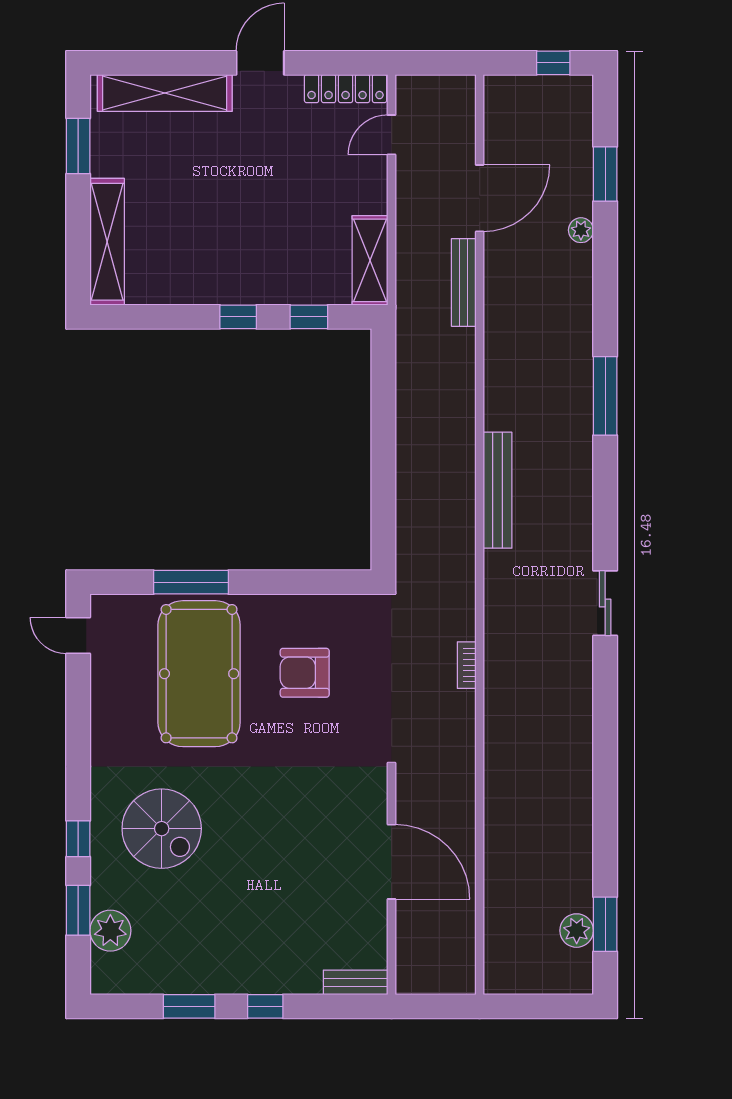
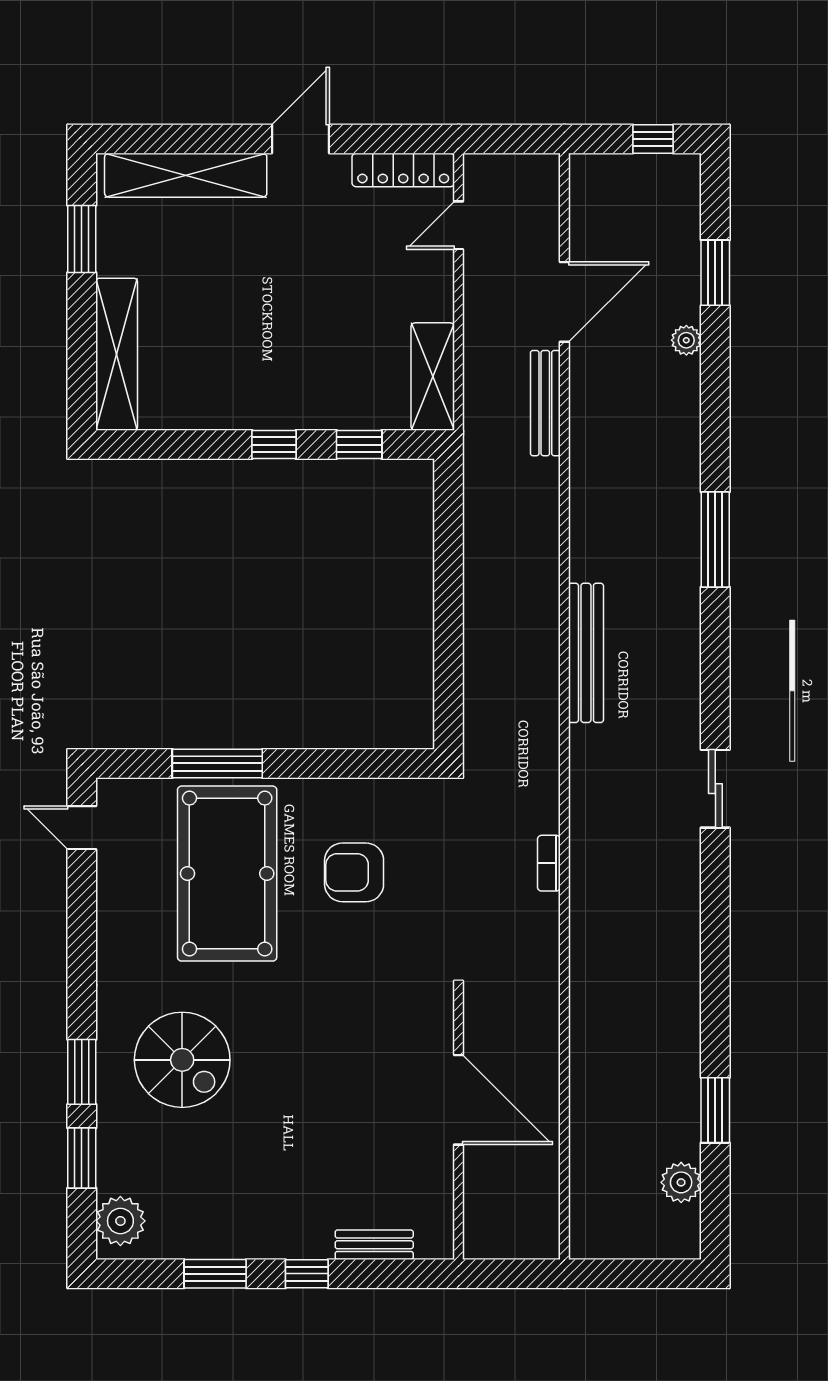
window: (78, 839) -> (82, 1072), width x1.50
window: (605, 924) -> (715, 1110), moved
plant: (110, 931) -> (120, 1221), moved
bench: (356, 982) -> (374, 1245), moved

